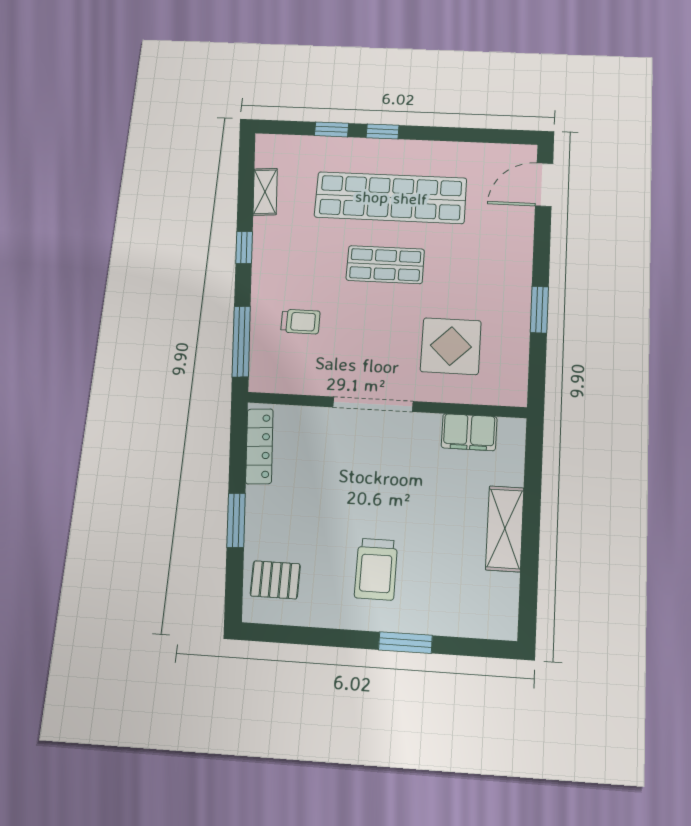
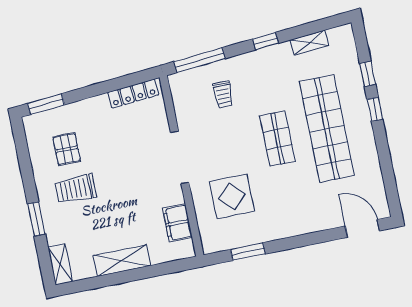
window: (539, 310) -> (248, 252), moved
window: (236, 520) -> (46, 104), moved
pallet: (275, 580) -> (67, 149), moved
shelving: (486, 625) -> (60, 264), added

